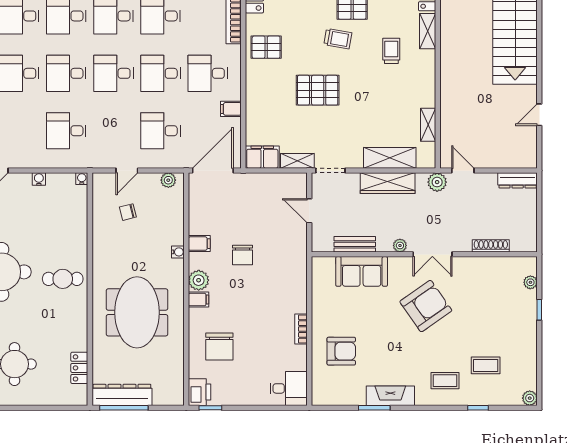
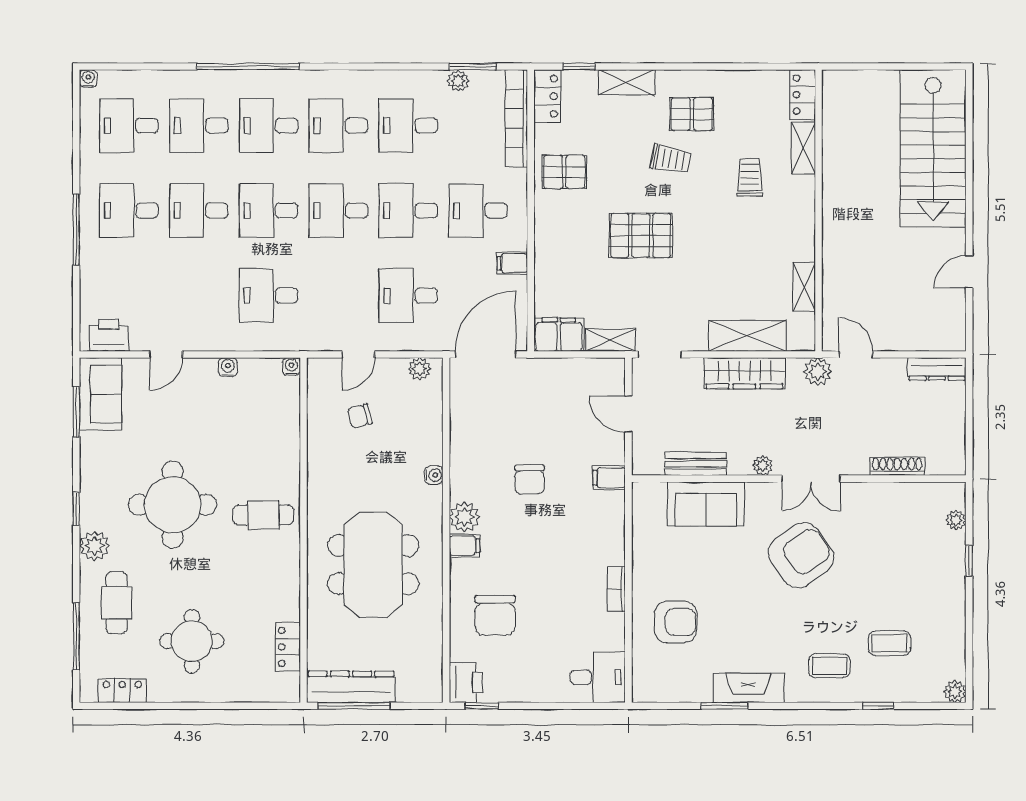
filing cabinet: (199, 244) -> (609, 478), moved, turned 180

